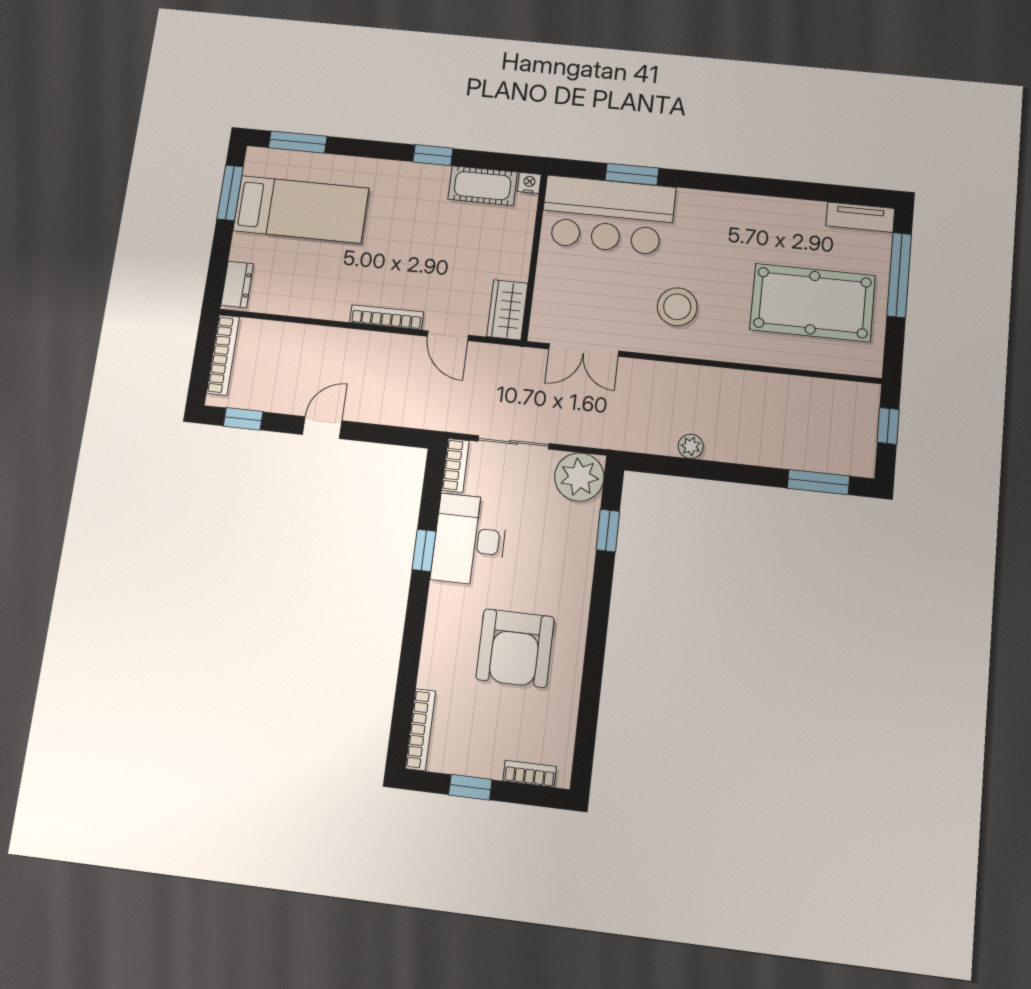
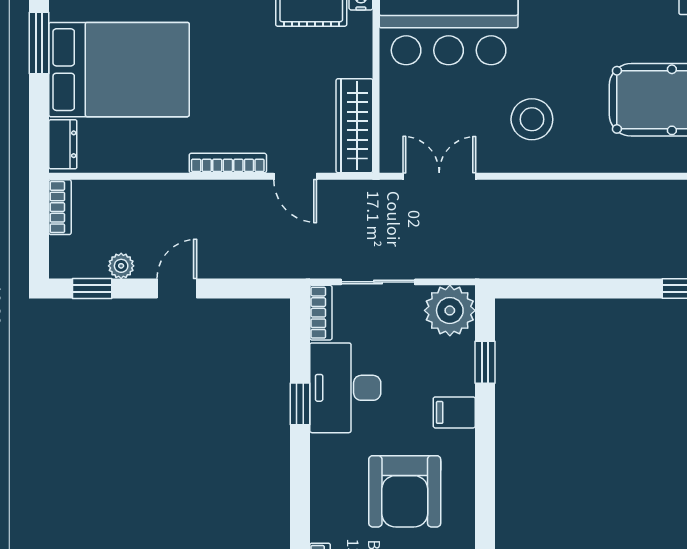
bed: (301, 209) -> (119, 70), width x1.50
wardrobe: (507, 310) -> (354, 126), width x1.50
double door: (584, 350) -> (439, 176), swing flipped
bookcase: (223, 355) -> (60, 207), width x0.64
plant: (691, 446) -> (121, 266), moved
filing cabinet: (573, 576) -> (454, 412), added

